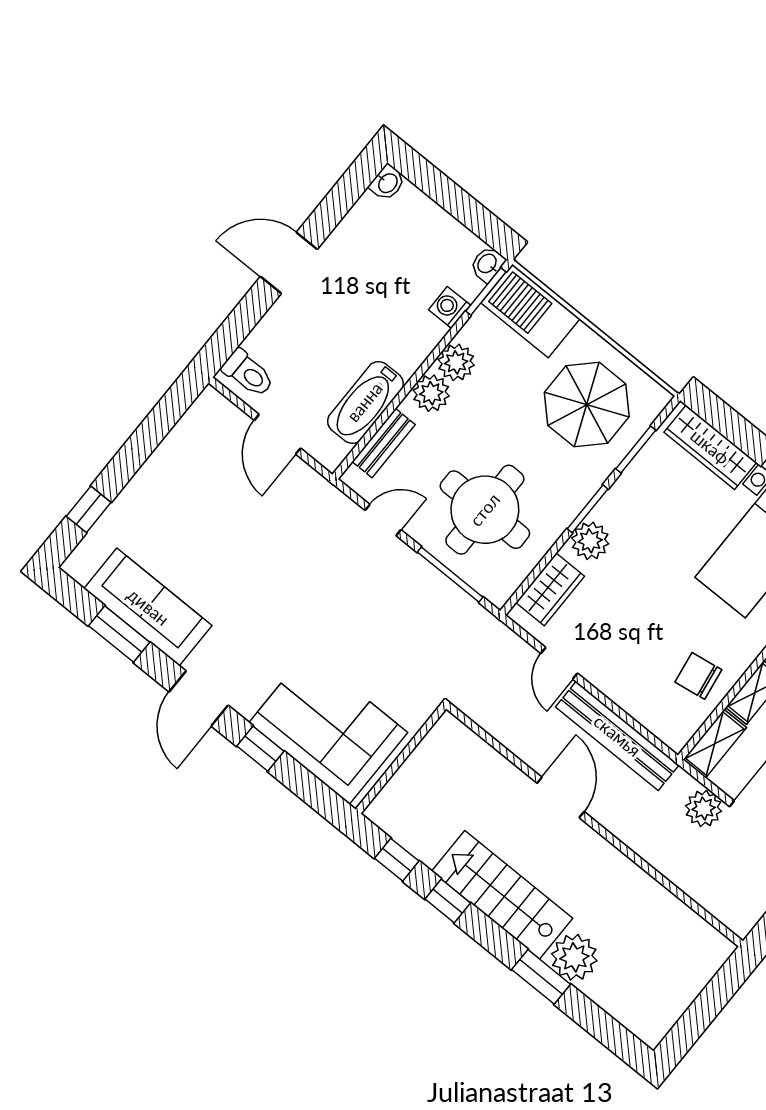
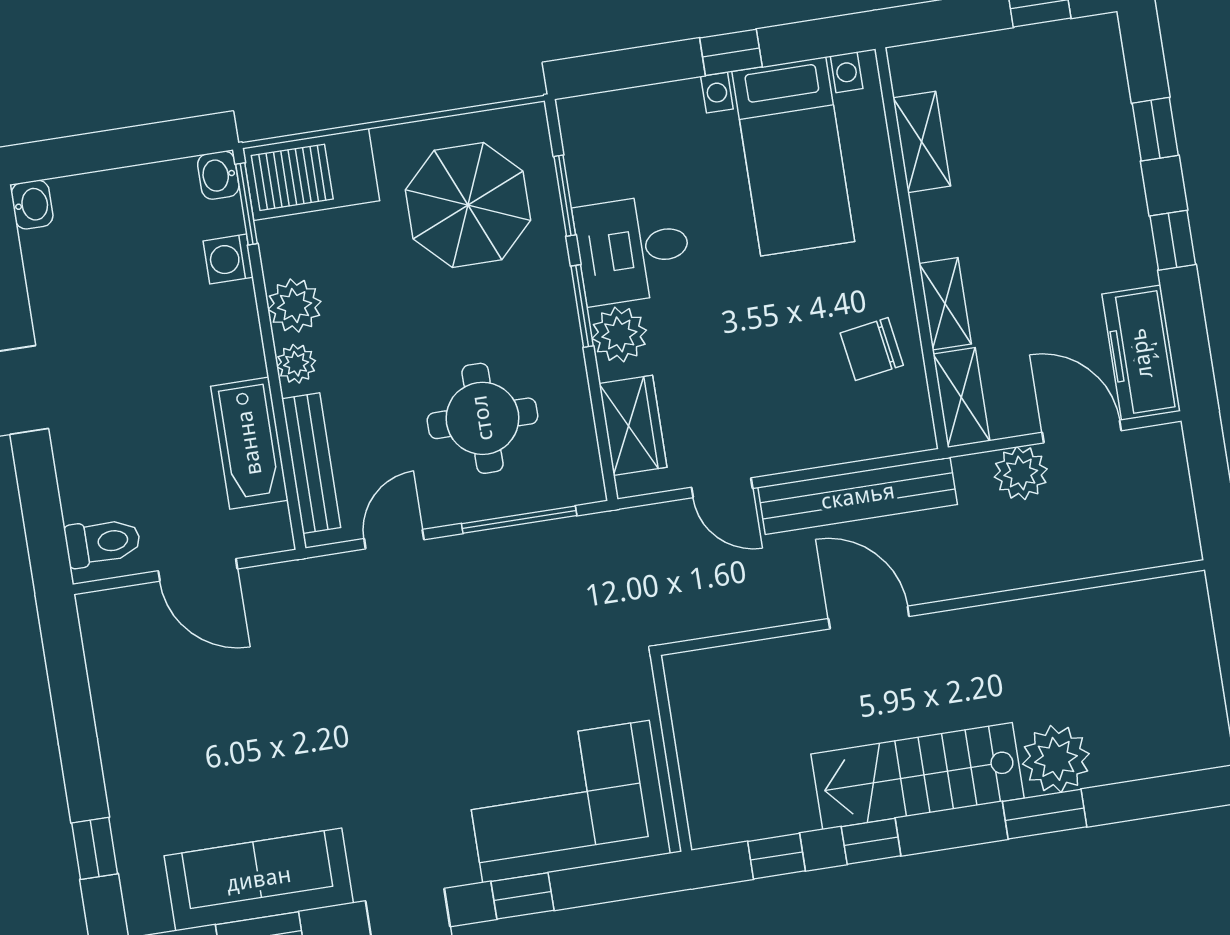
plant: (431, 393) -> (296, 364), width x0.73, depth x0.73
bench: (384, 443) -> (311, 463), width x1.36
wardrobe: (710, 447) -> (635, 113), removed
desk: (640, 509) -> (633, 249), added
round table: (485, 510) -> (482, 418), width x0.73, depth x0.73

